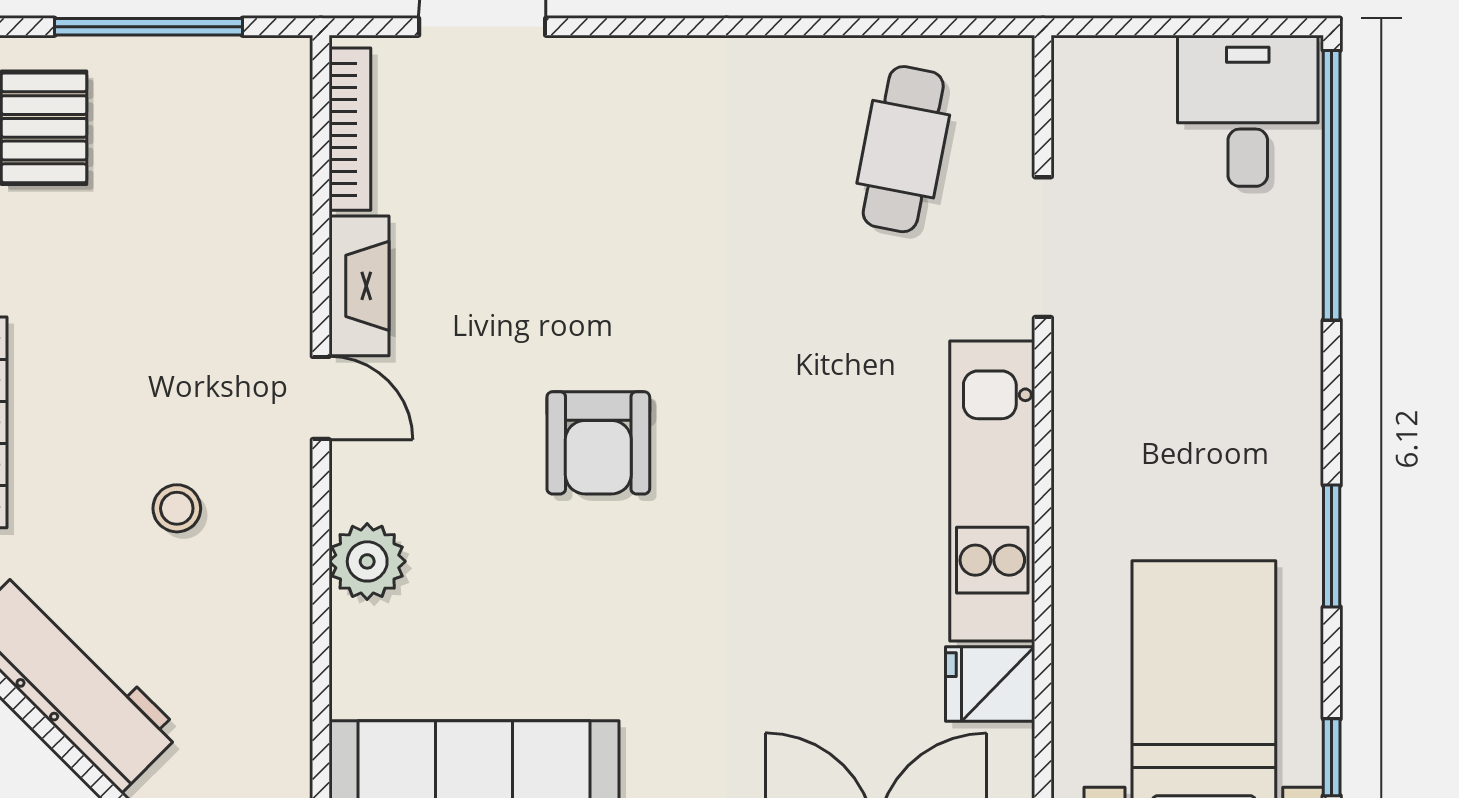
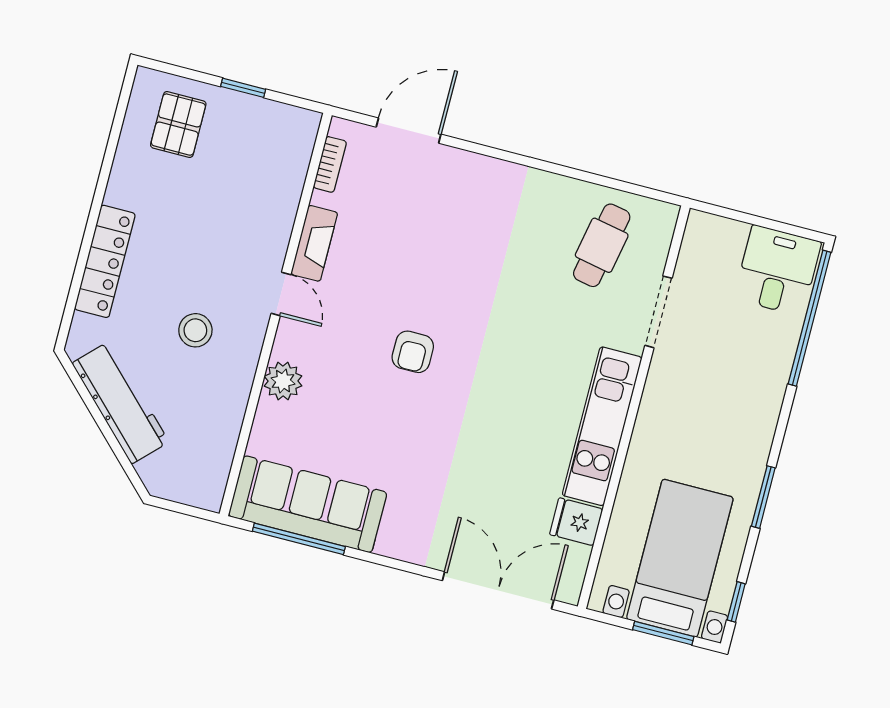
window: (149, 27) -> (243, 88), width x0.46
bookcase: (350, 129) -> (330, 164), width x0.64
armchair: (598, 443) -> (413, 352), width x0.72, depth x0.72
stool: (177, 508) -> (195, 330), width x1.37, depth x1.37

